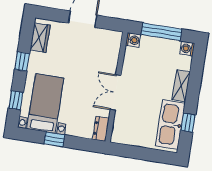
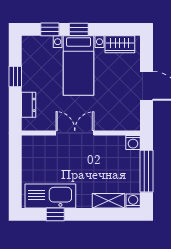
window: (22, 61) -> (79, 29), moved
shelving: (181, 86) -> (109, 201), moved
bed with nightstands: (45, 104) -> (79, 66), moved, turned 90
dresser: (101, 129) -> (29, 105), moved, turned 90

